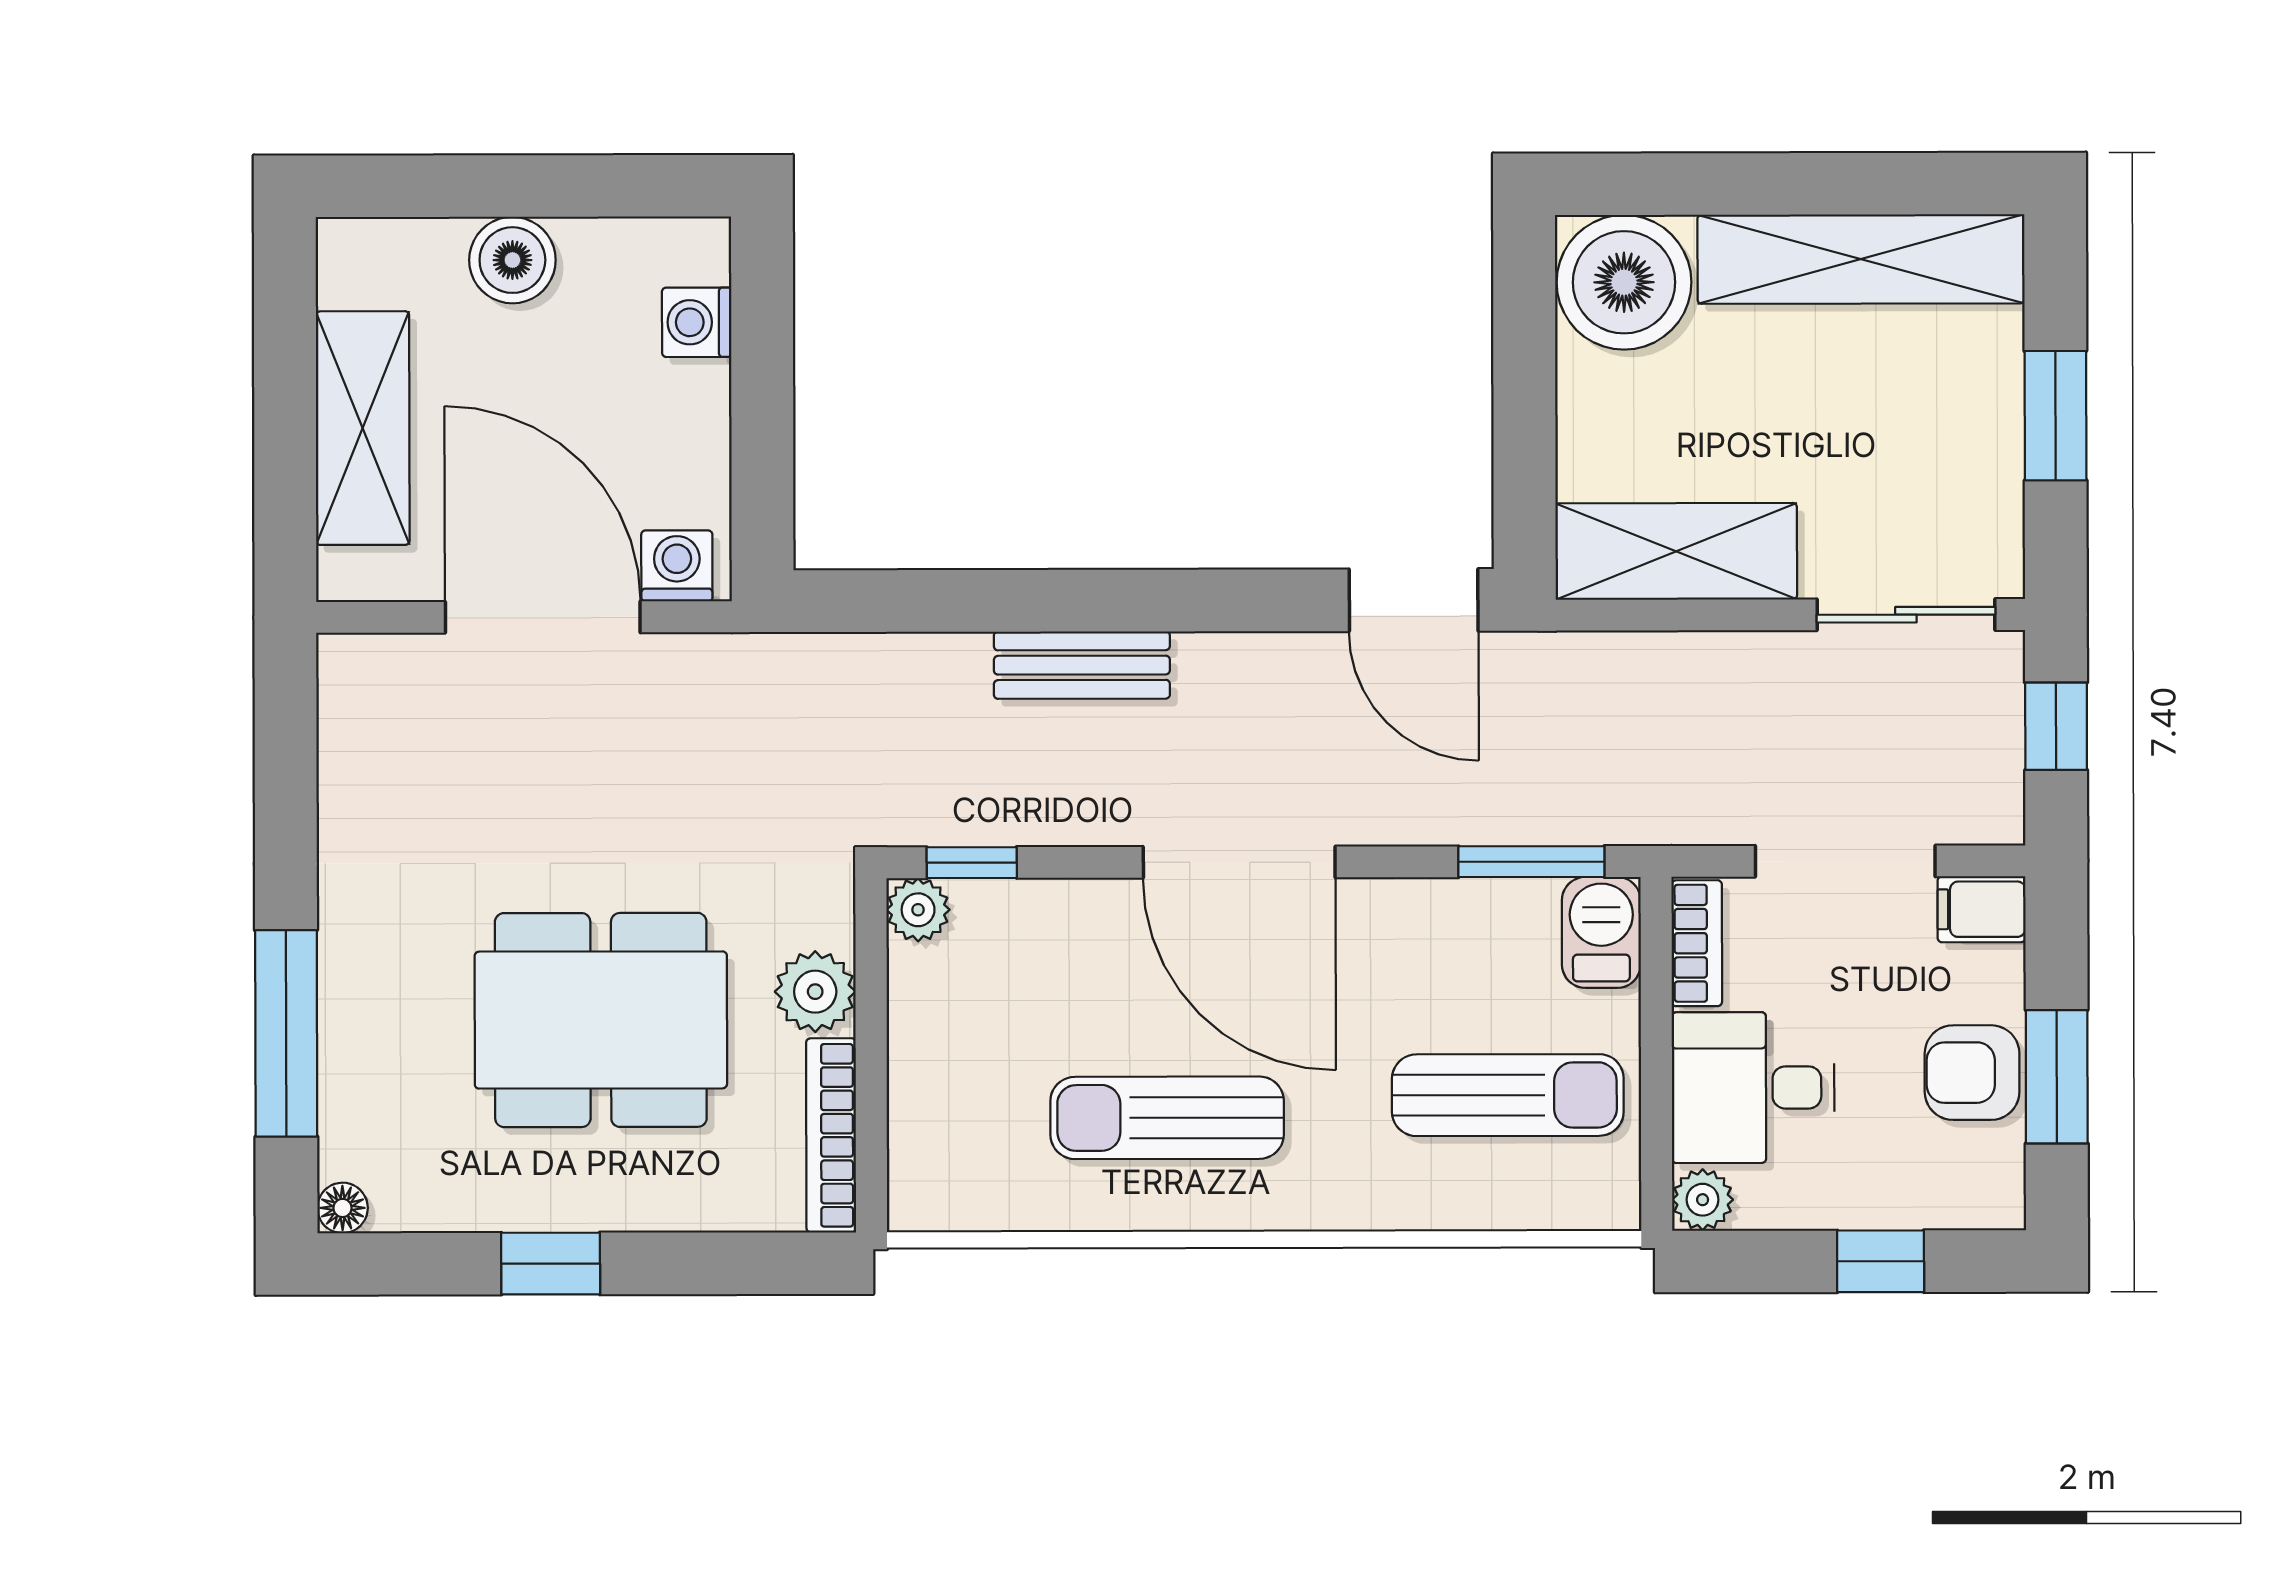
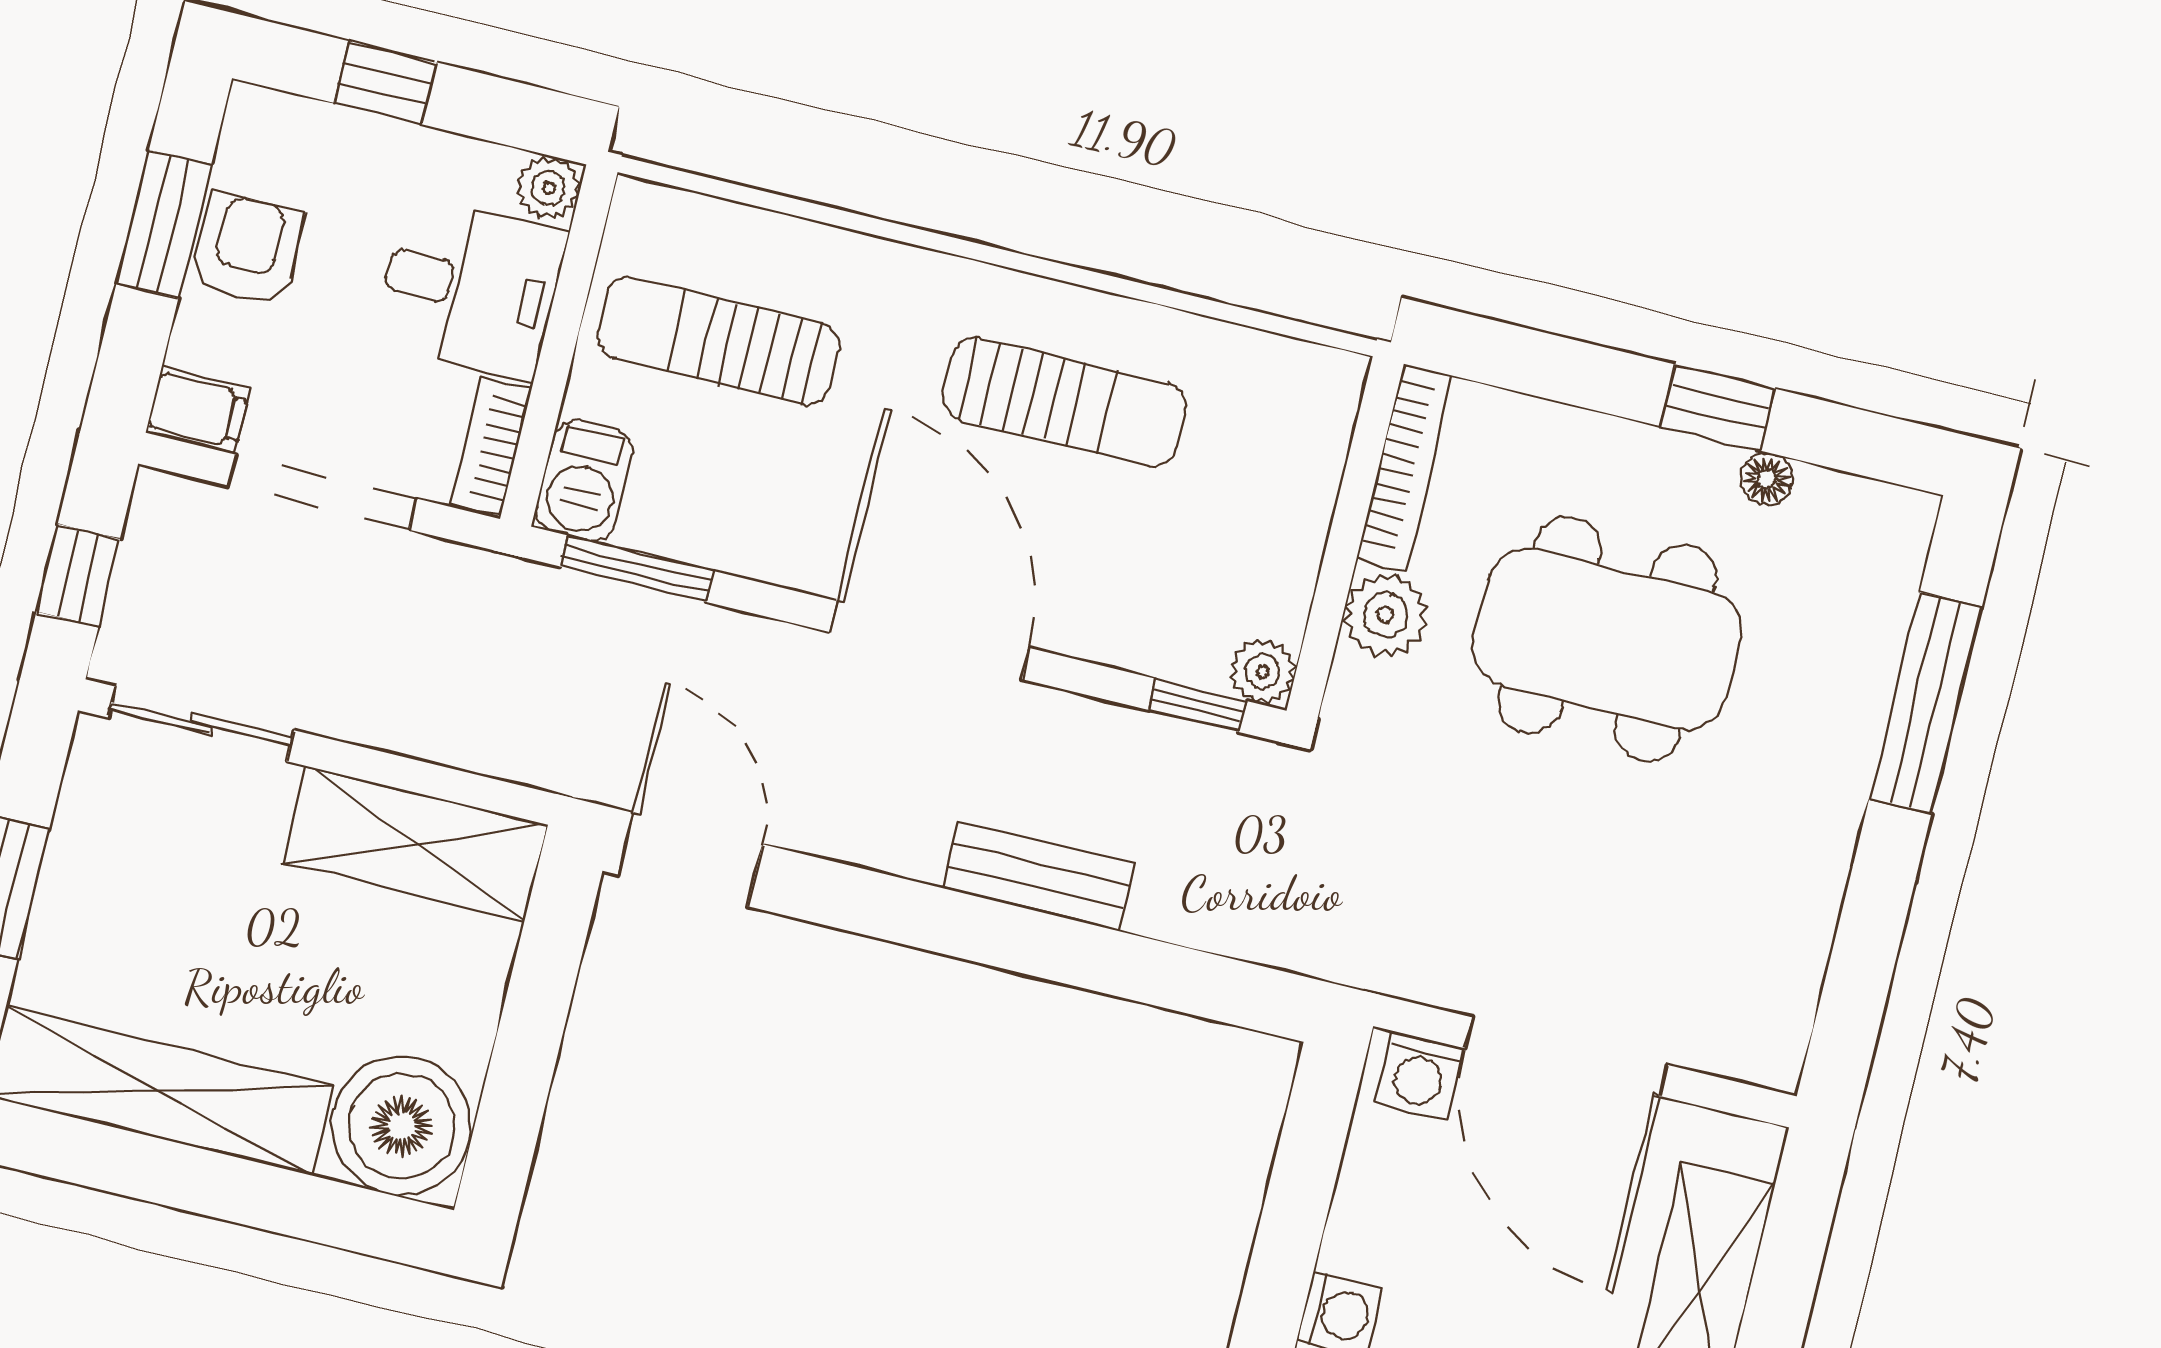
armchair: (1972, 1073) -> (247, 249), turned -90
floor lamp: (343, 1208) -> (1767, 479), moved

